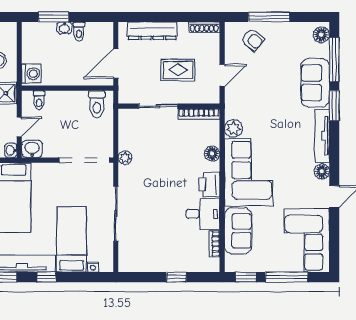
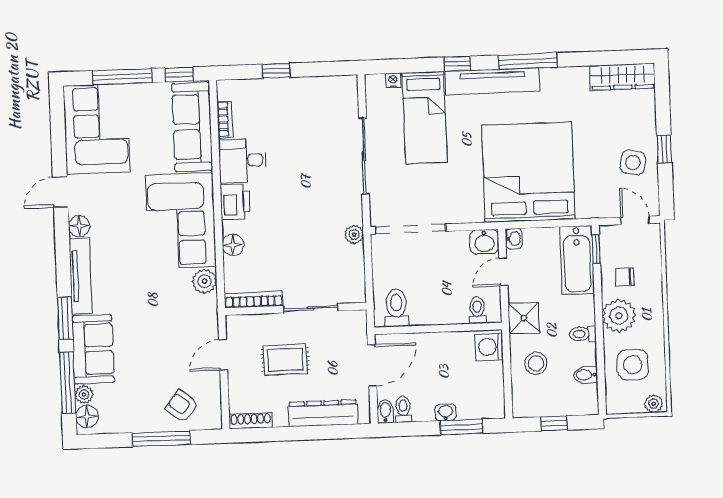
bidet: (108, 30) -> (385, 411), added
toilet: (79, 31) -> (403, 409), moved
plant: (323, 51) -> (84, 395), added
sofa: (238, 231) -> (192, 127), width x1.36

